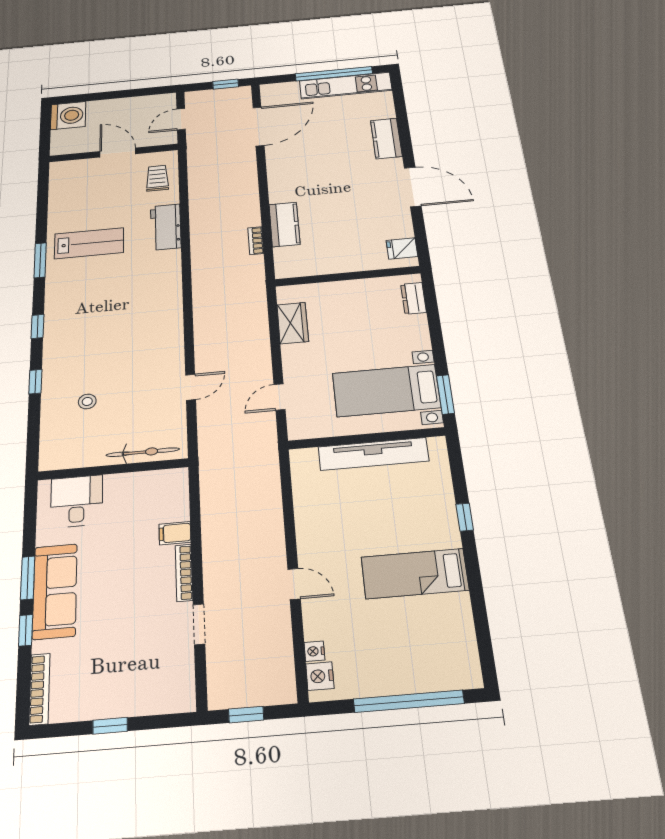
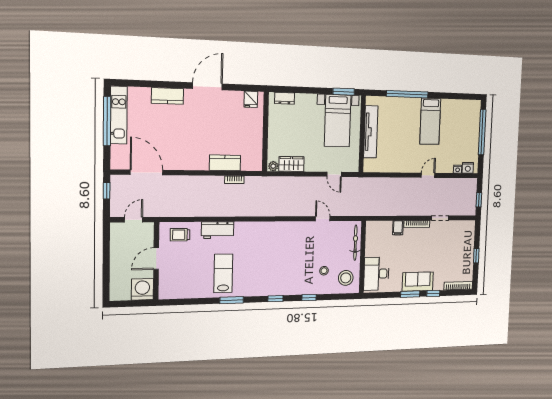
washing machine: (68, 116) -> (142, 289), moved
door: (181, 119) -> (134, 220), swing flipped
plant: (286, 295) -> (273, 166), added
stool: (71, 443) -> (346, 278), added
desk: (77, 501) -> (376, 274), width x1.37
window: (465, 517) -> (407, 94), width x3.17
sofa: (55, 591) -> (418, 282), width x0.73

